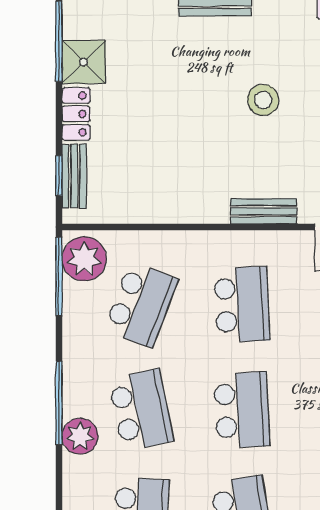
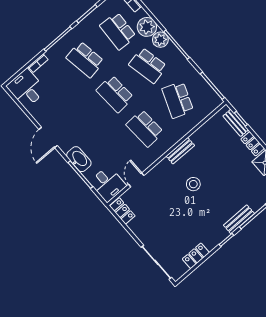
stool: (263, 100) -> (193, 184), moved
bench: (264, 211) -> (180, 151), moved
plant: (84, 259) -> (147, 27), moved

